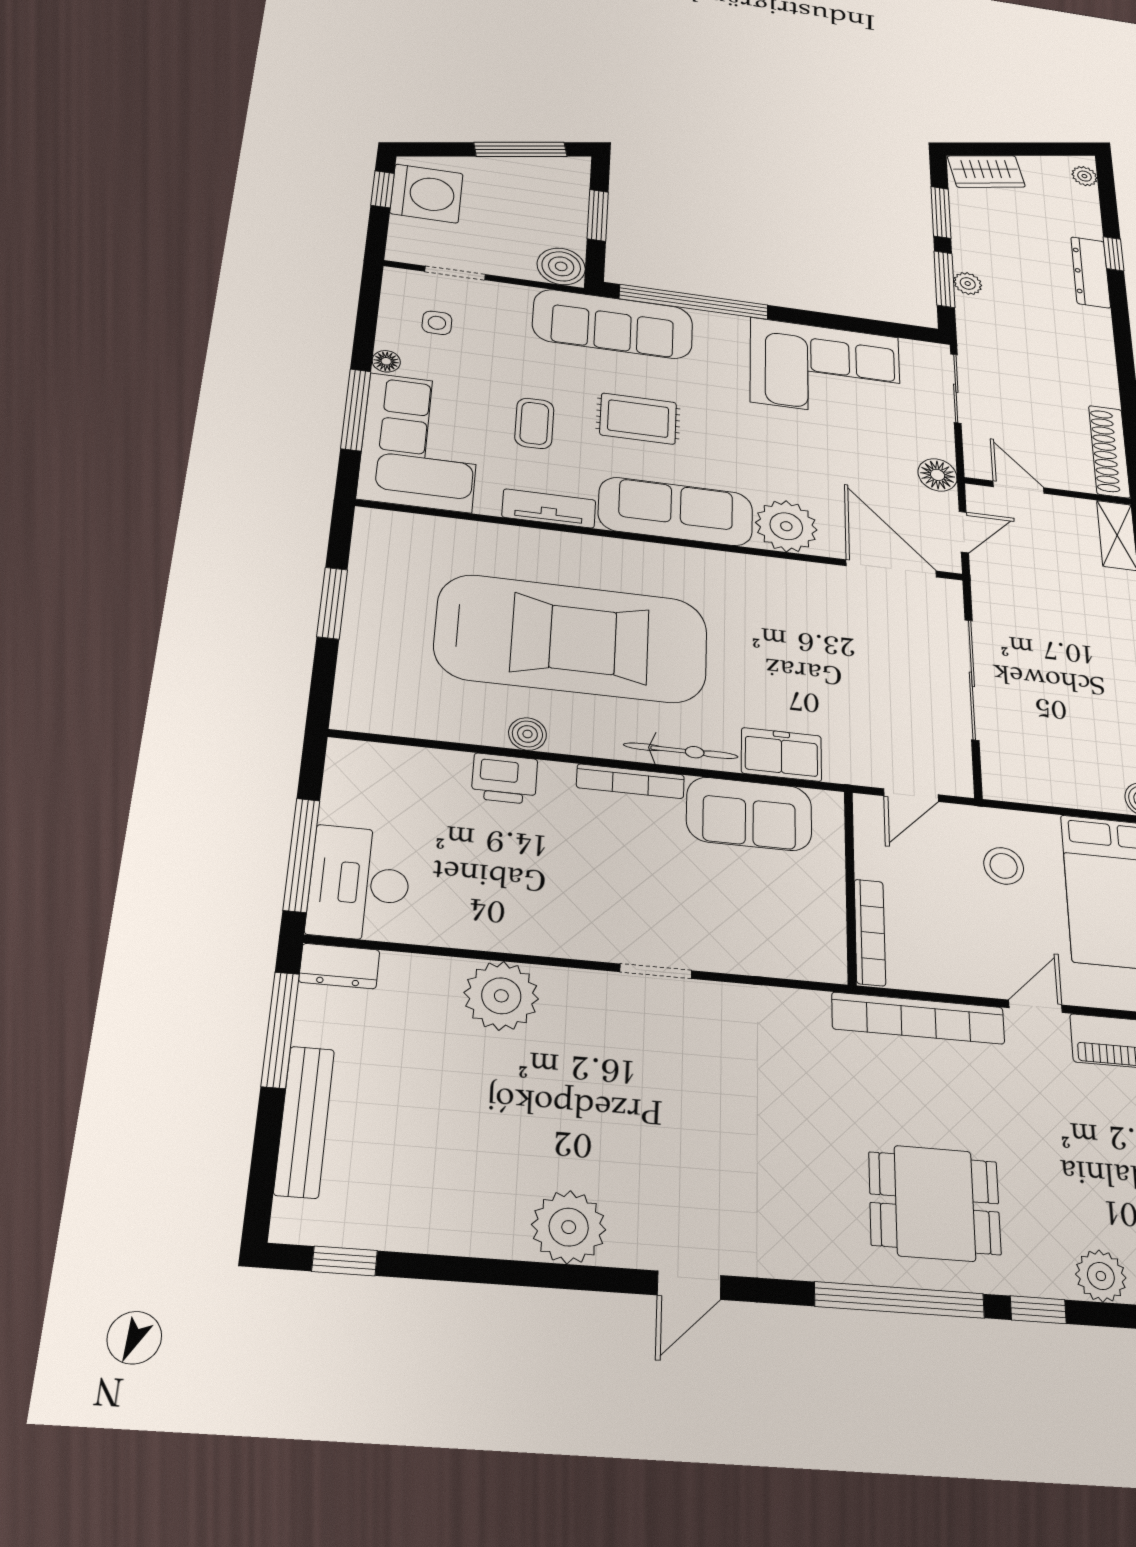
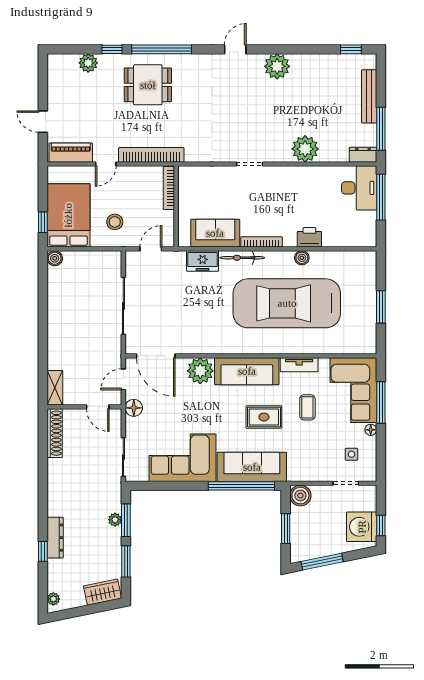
sofa: (613, 324) -> (252, 467), moved

